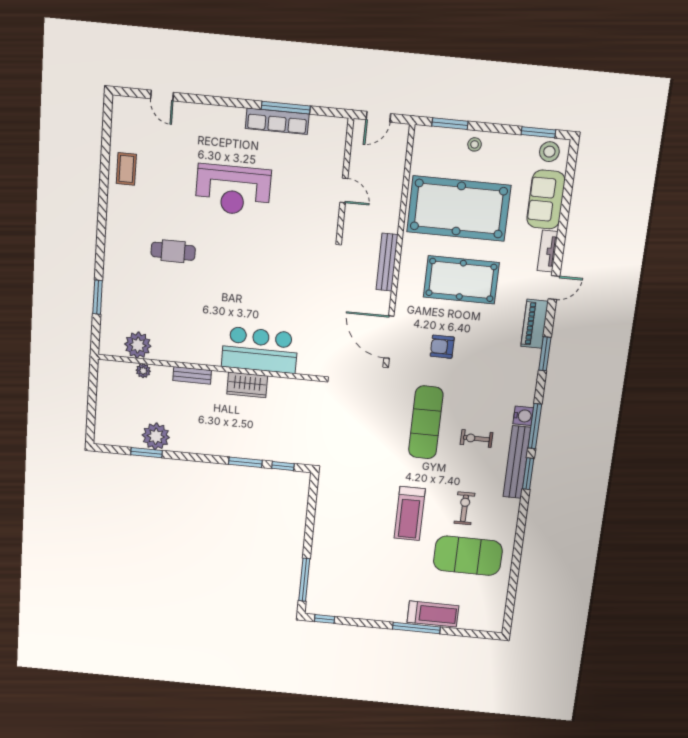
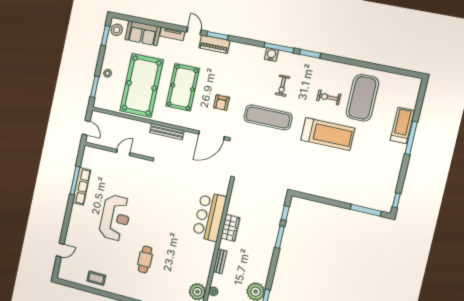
window: (545, 354) -> (217, 36), moved
bench: (517, 462) -> (301, 61), removed
treadmill: (410, 513) -> (328, 134), width x1.37, depth x1.38

